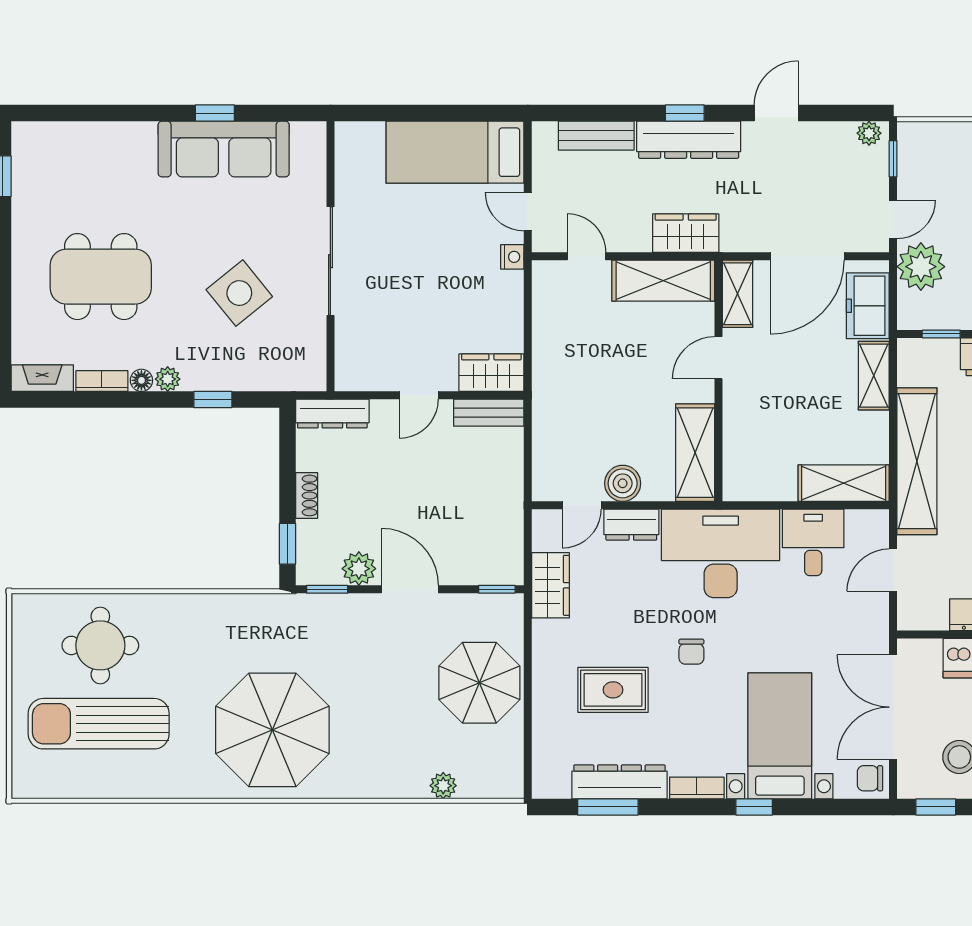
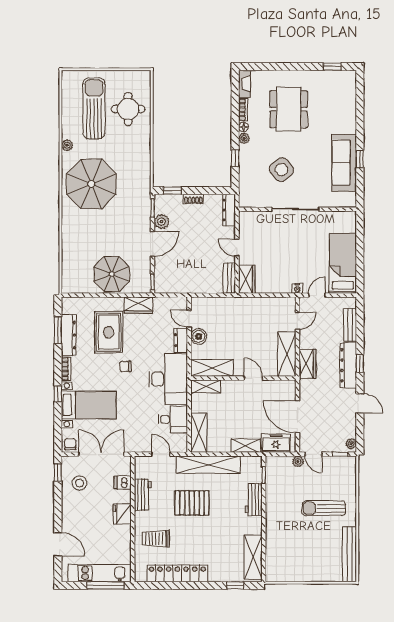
plant: (921, 267) -> (298, 461), width x0.53, depth x0.53
shelving: (737, 294) -> (206, 386), moved
wardrobe: (550, 585) -> (139, 305), moved
rug: (613, 690) -> (109, 332), width x1.36, depth x1.43
plant: (443, 786) -> (67, 145), moved

